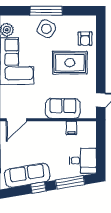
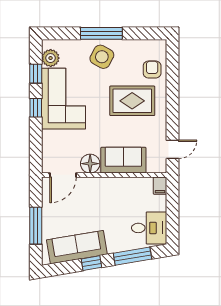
armchair: (85, 39) -> (152, 70), turned 180
floor lamp: (37, 111) -> (90, 164), added
filing cabinet: (71, 128) -> (160, 186), moved

